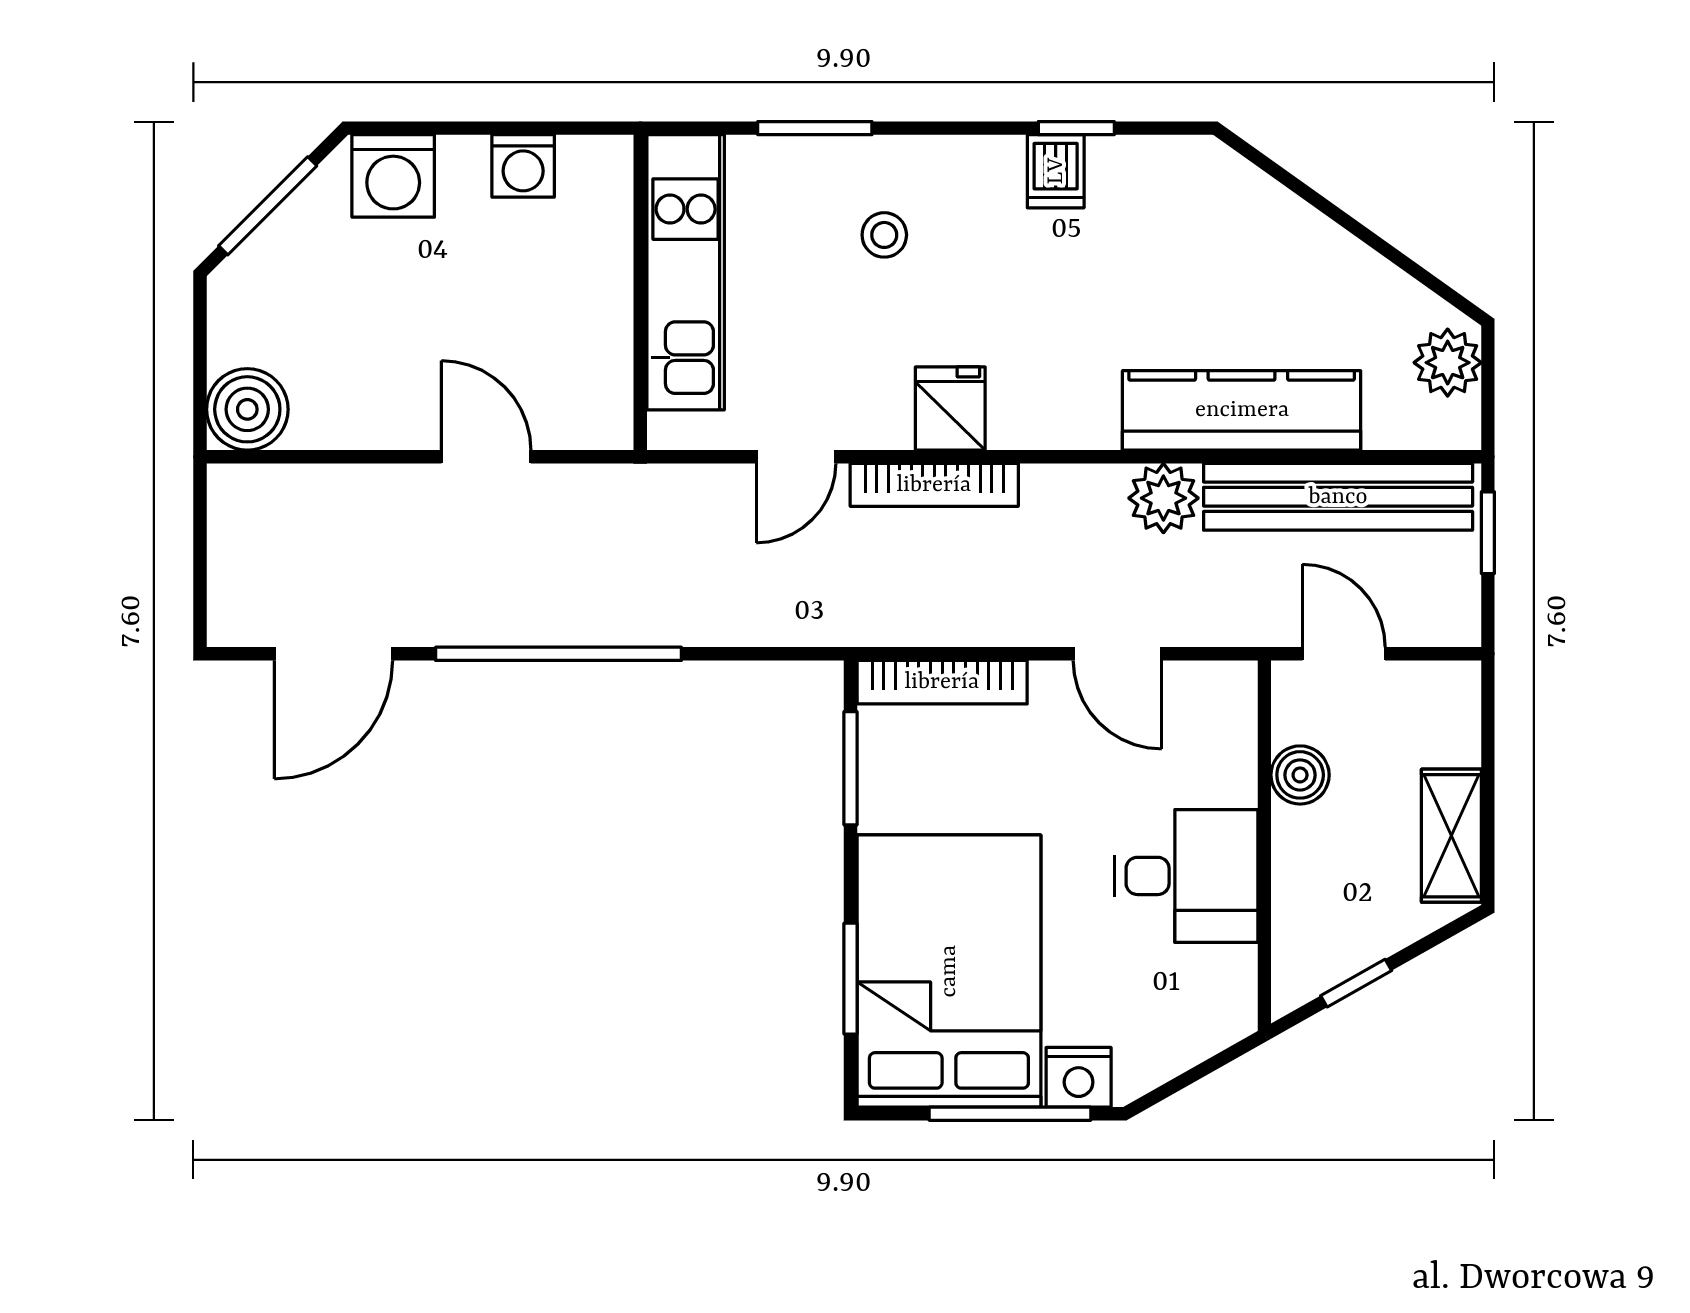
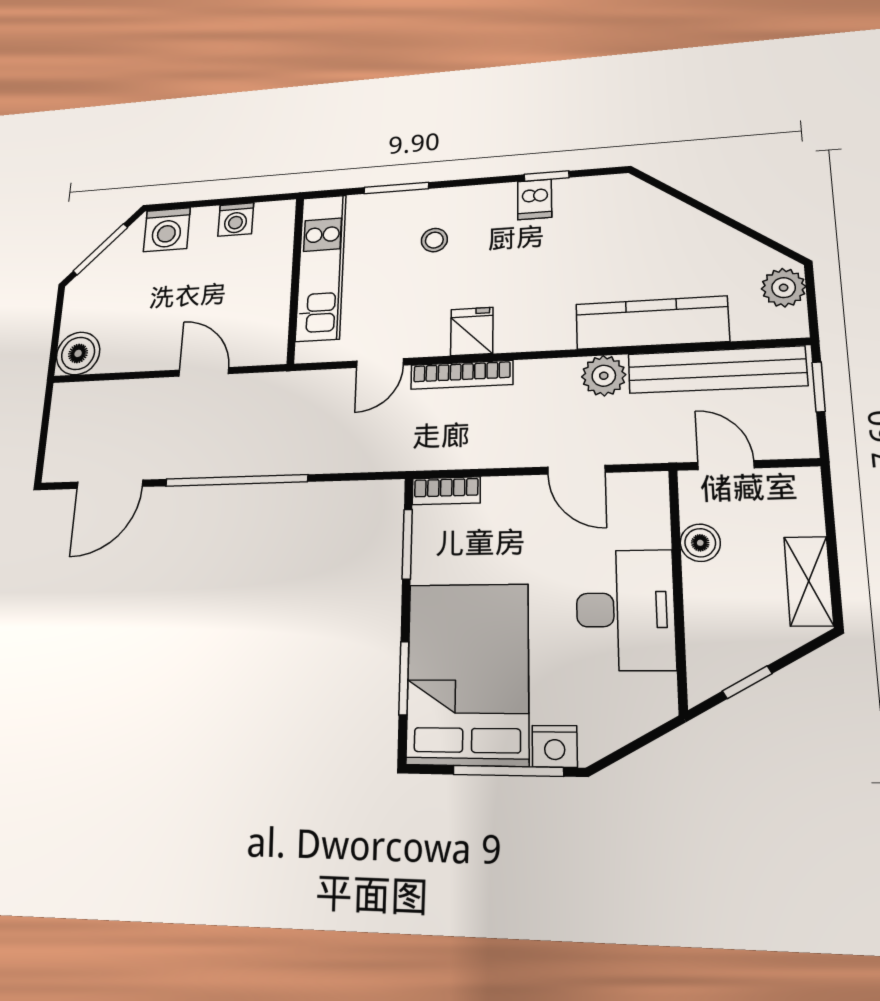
bookcase: (942, 682) -> (446, 491), width x0.64
desk: (1186, 876) -> (625, 610), width x1.37

